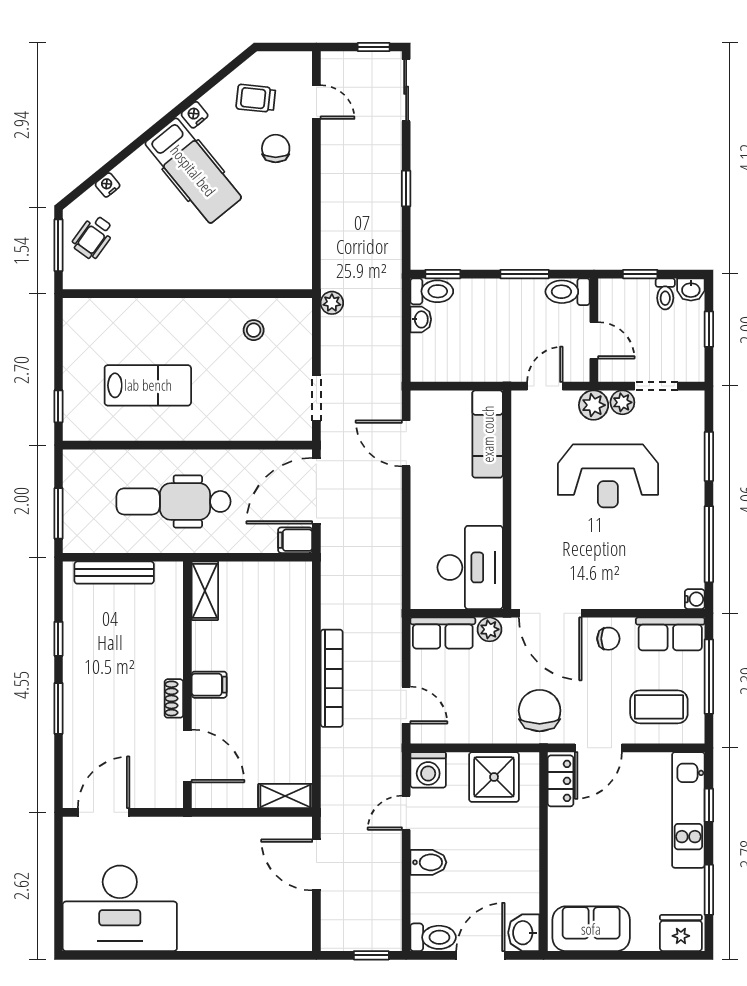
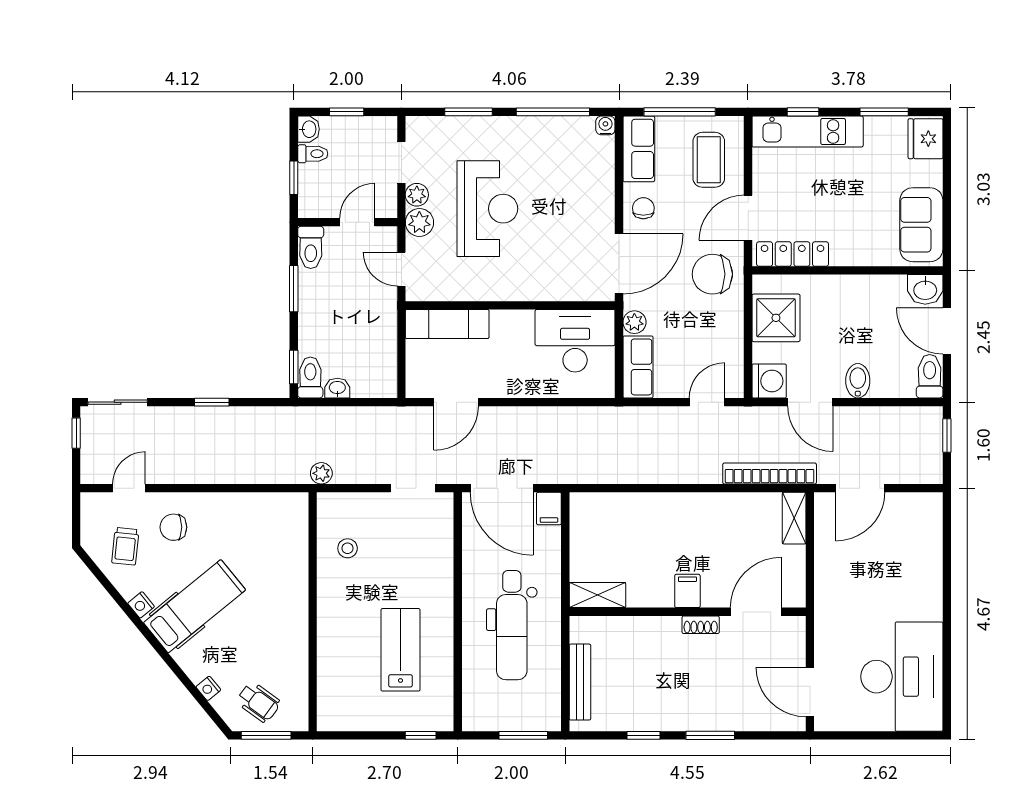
bookcase: (332, 678) -> (770, 473), moved
door: (598, 748) -> (748, 218), swing flipped
locker: (561, 781) -> (793, 254), width x1.53
door: (406, 813) -> (810, 402), width x1.38

